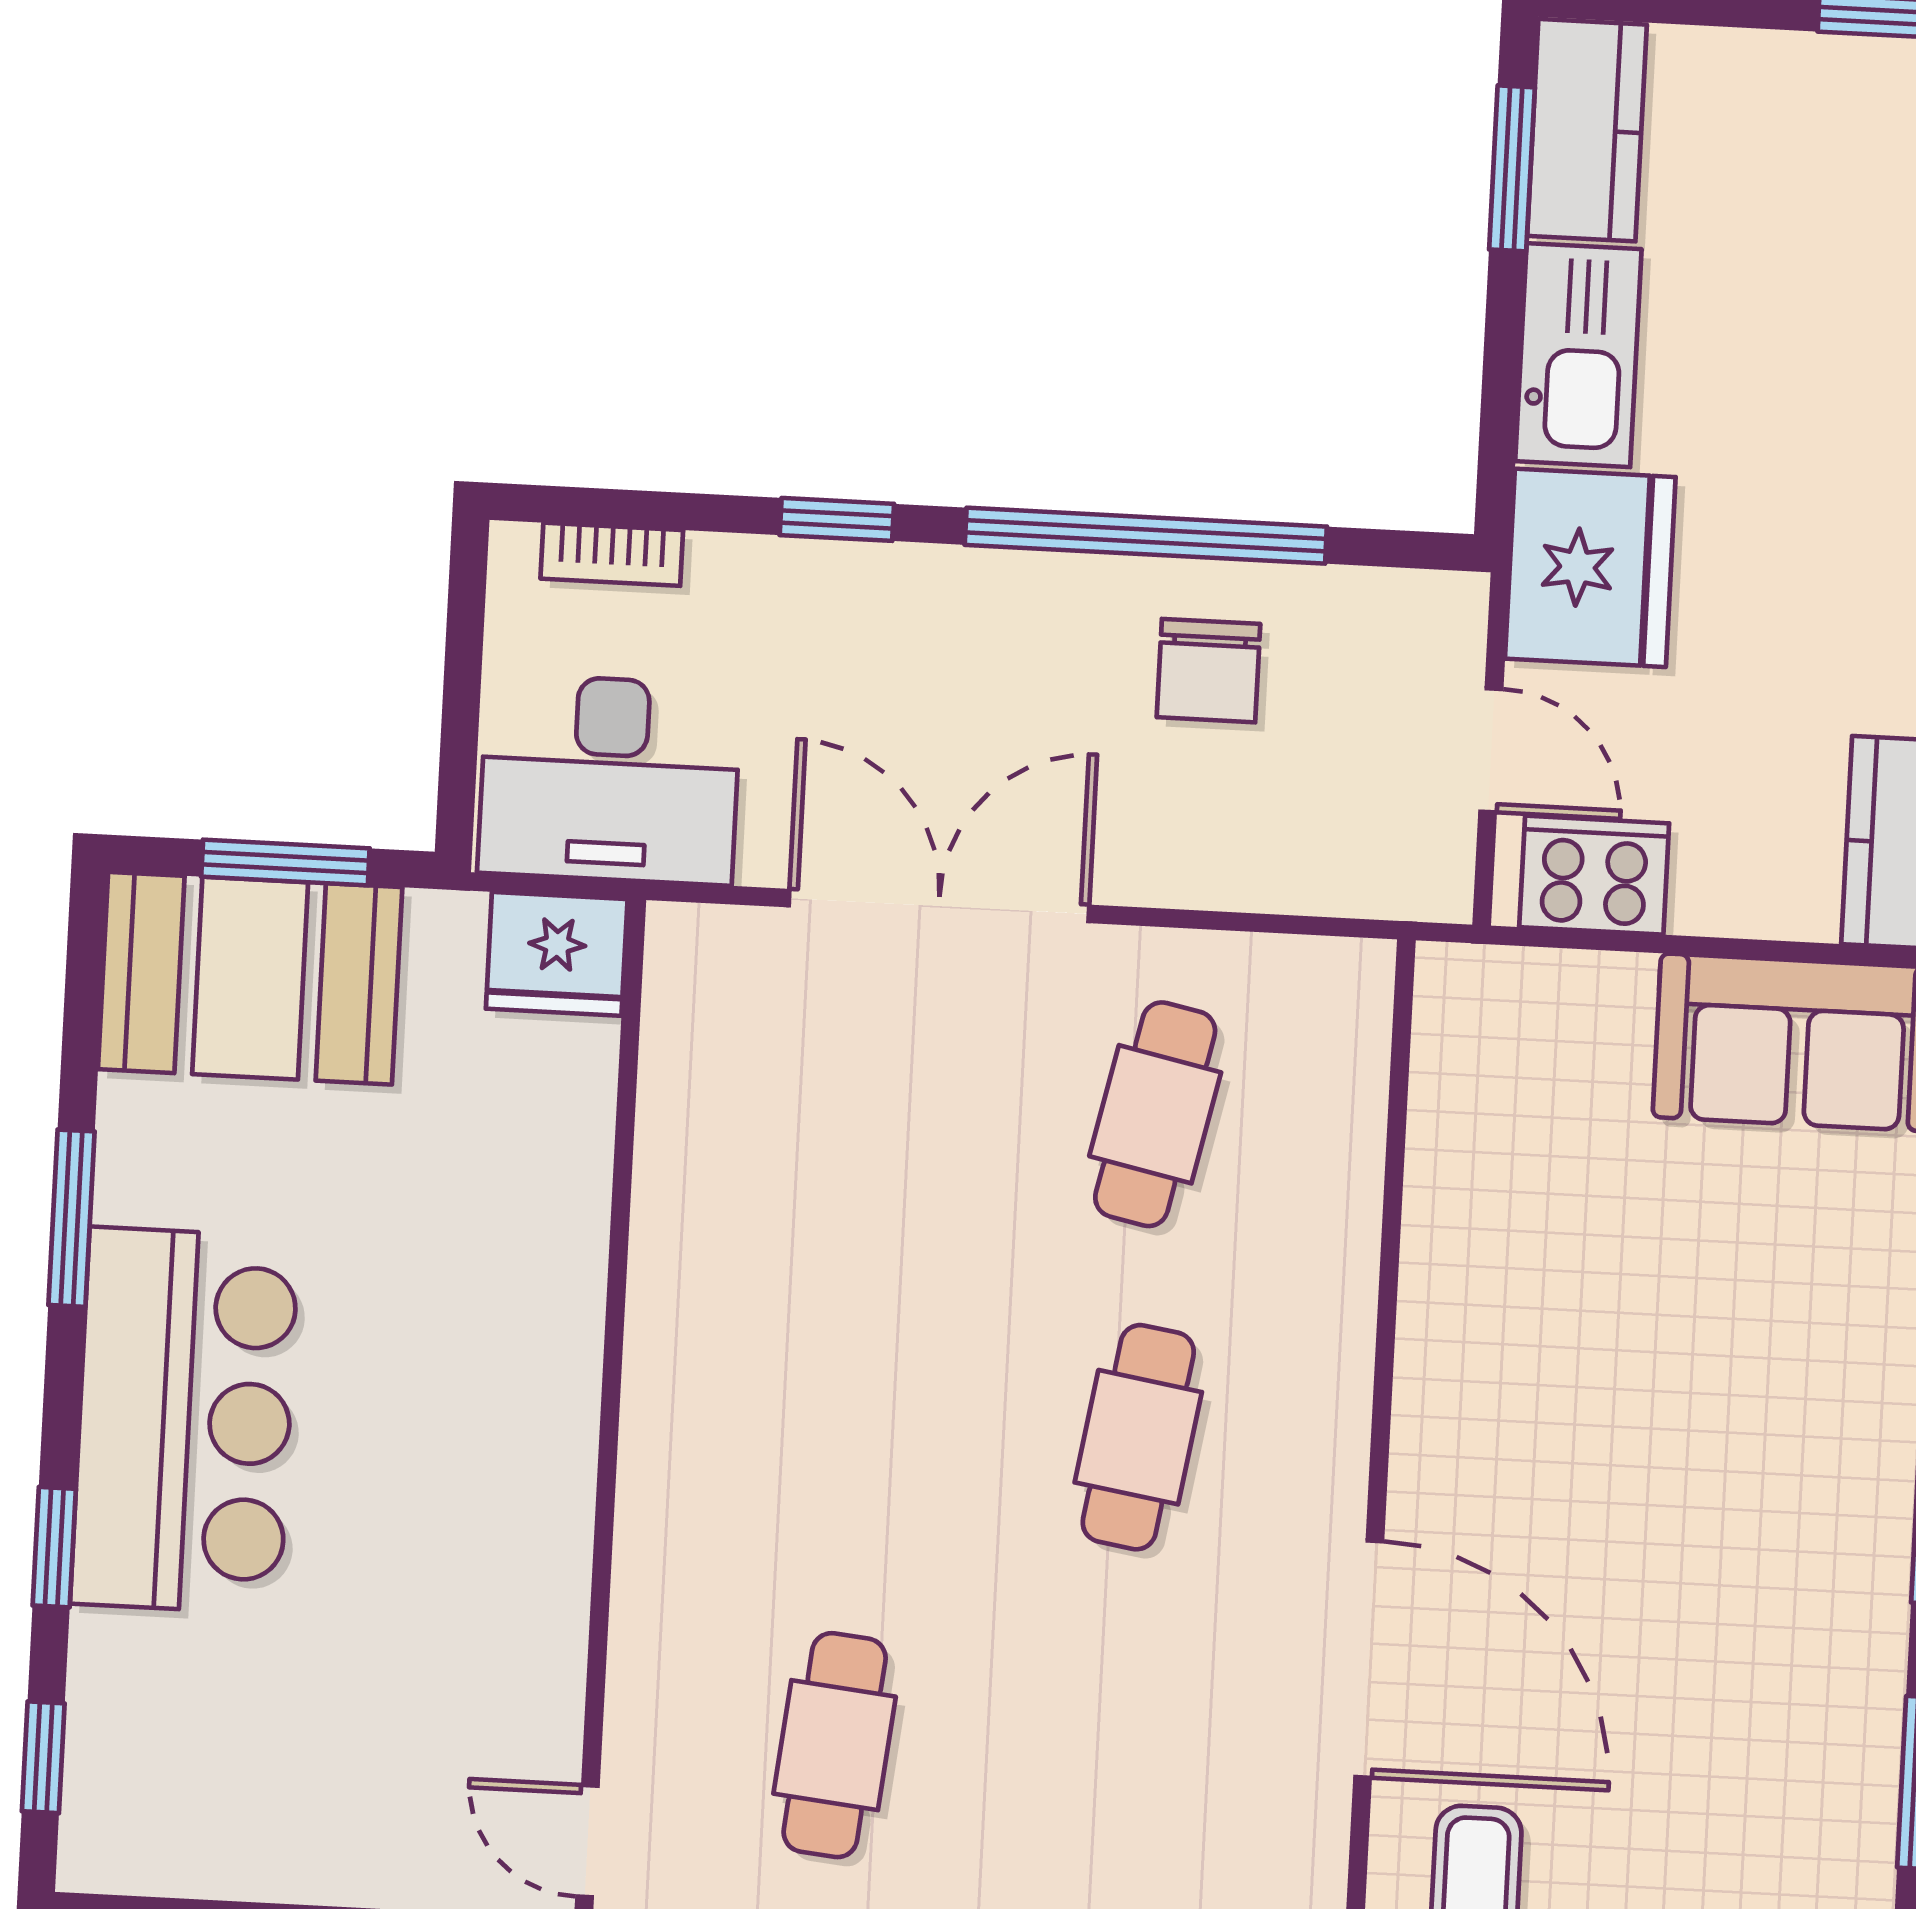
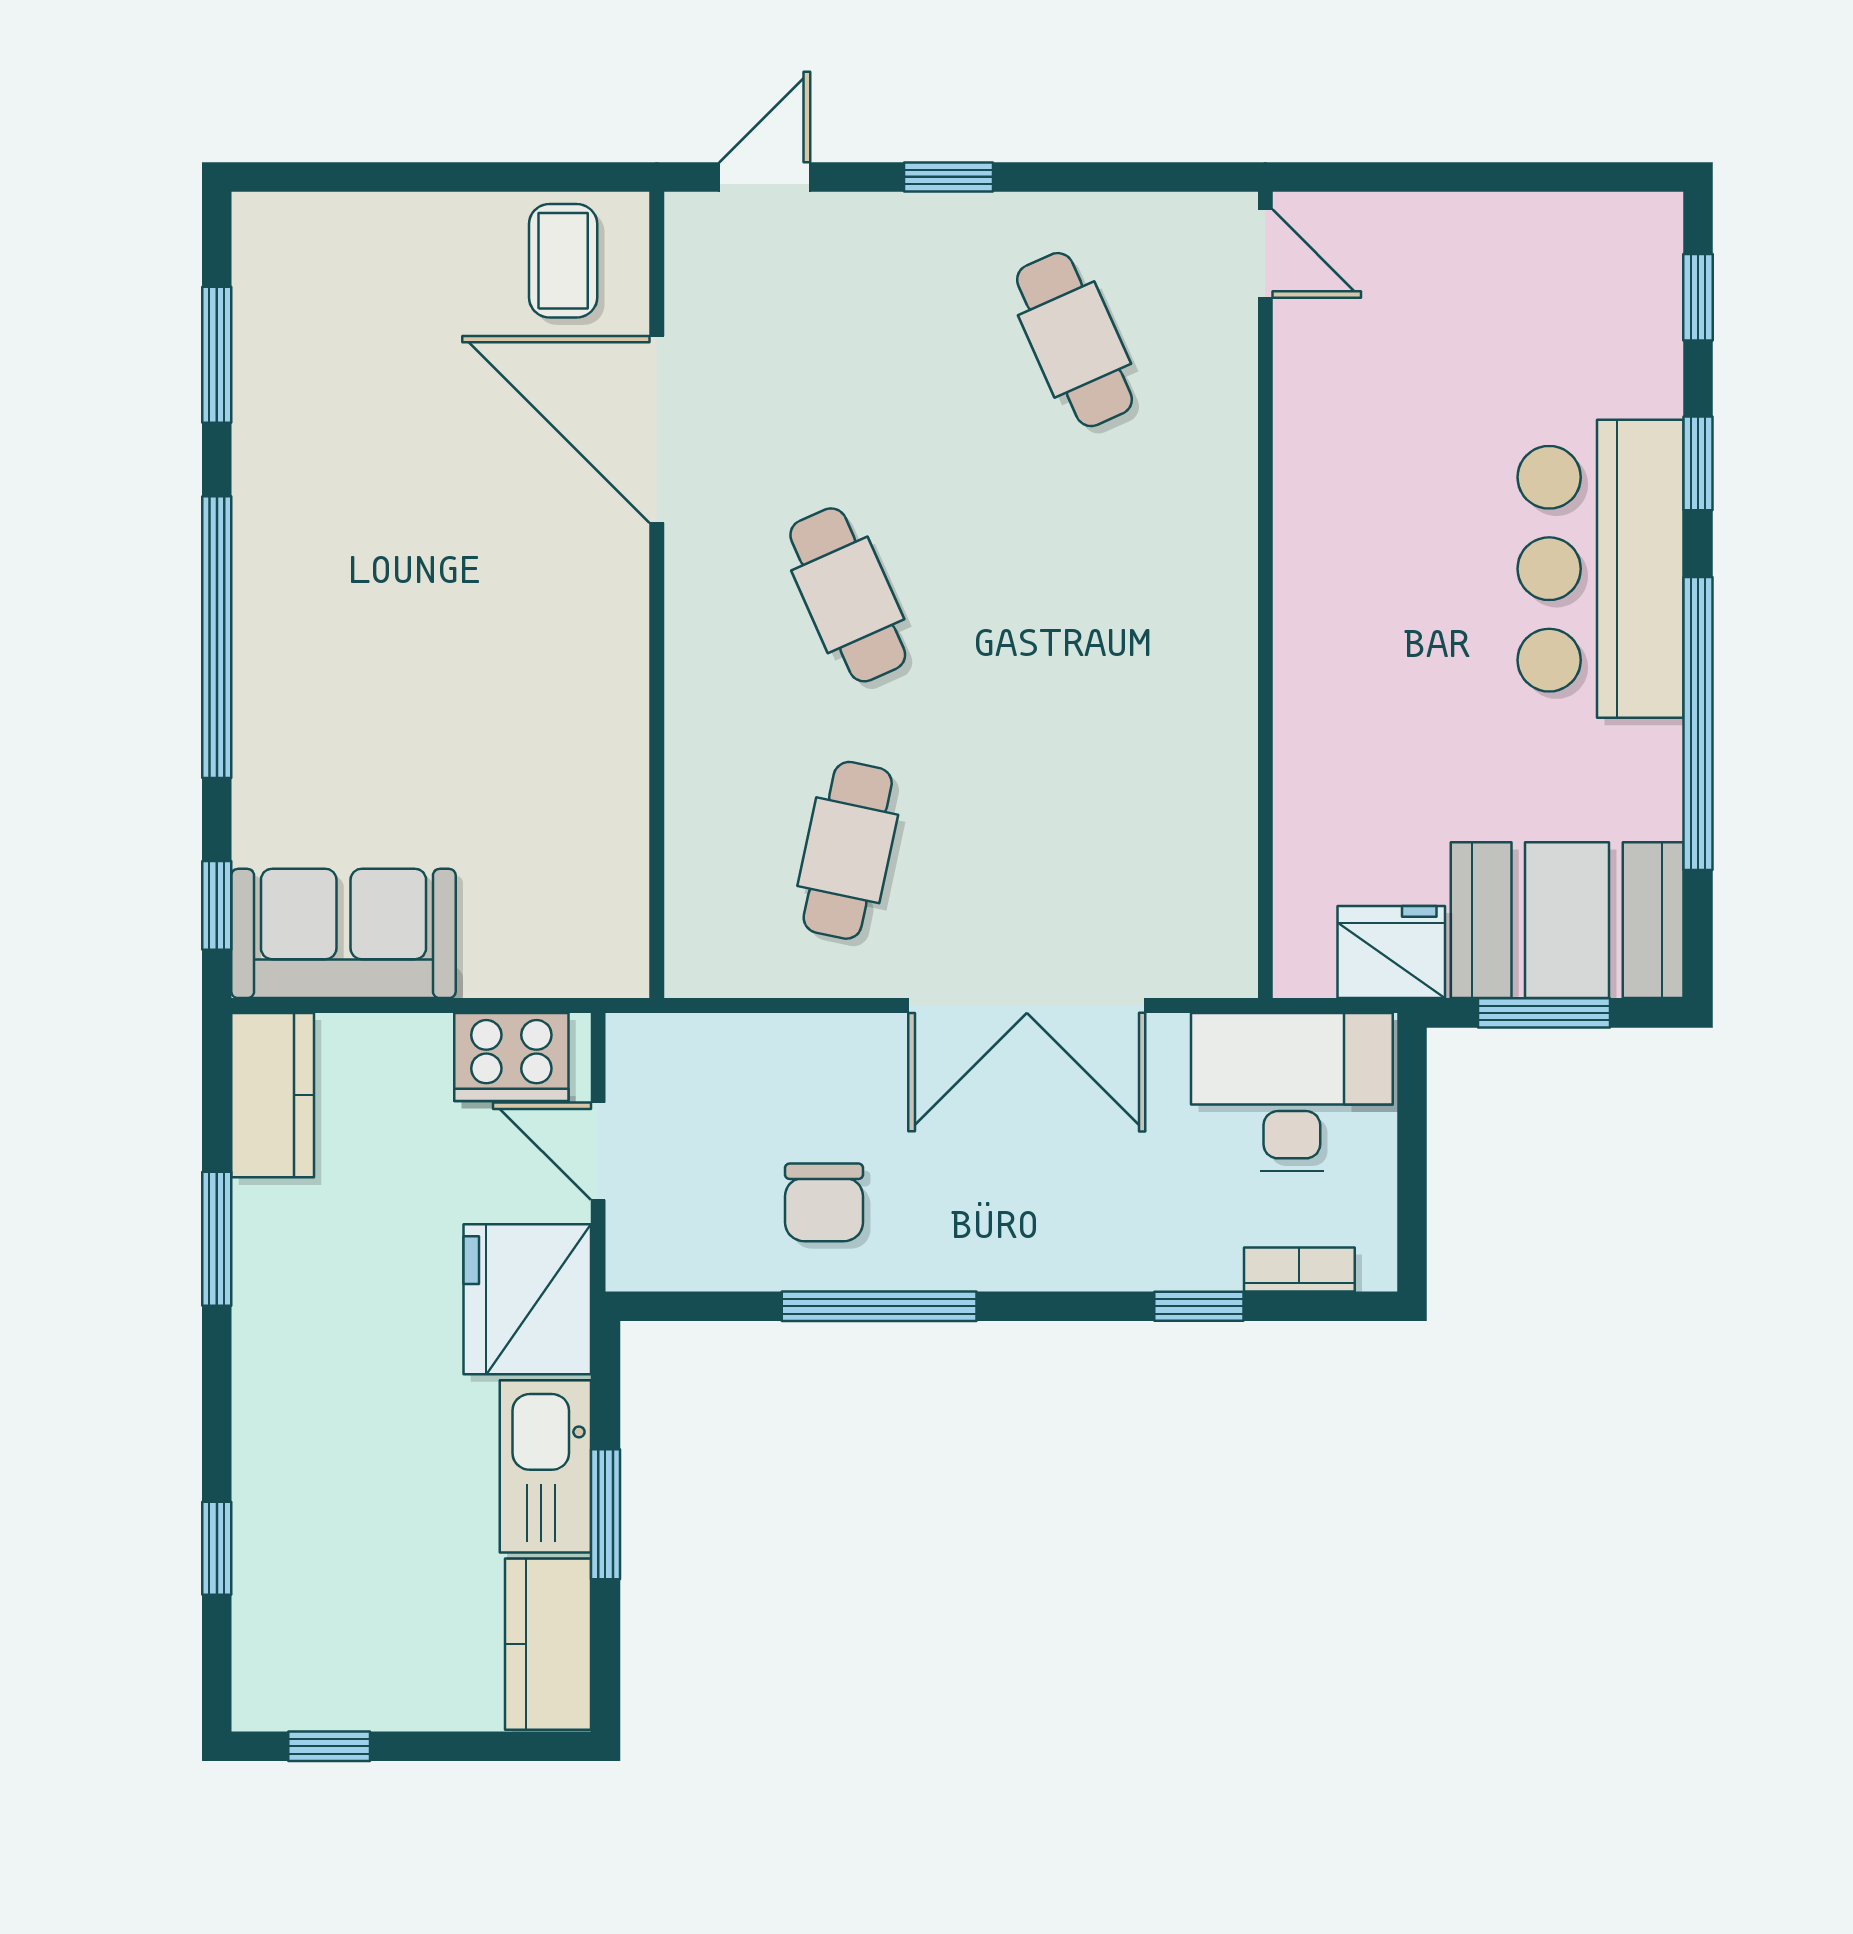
window: (1512, 168) -> (605, 1514), moved
window: (837, 519) -> (1199, 1306), moved
window: (1146, 536) -> (879, 1306), width x0.68
chair: (1208, 671) -> (824, 1202), turned 180
fridge: (557, 954) -> (1391, 952), moved
window: (71, 1218) -> (1698, 724), width x2.11
cafe table: (1138, 1437) -> (848, 595), turned -33
cafe table: (835, 1745) -> (1074, 340), turned -30

